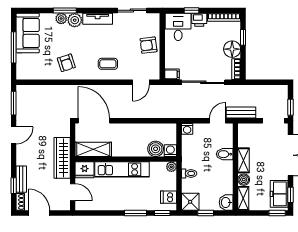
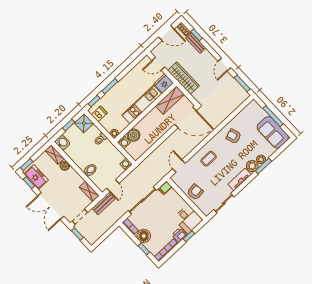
shelving: (243, 160) -> (89, 191), moved

